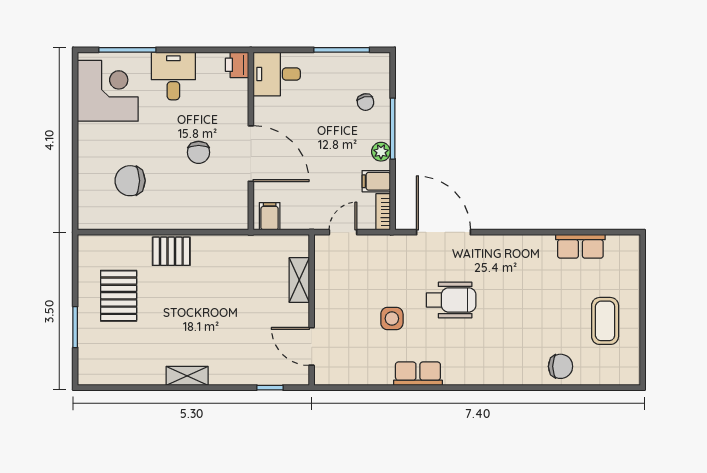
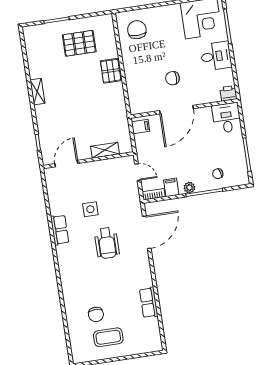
chair: (130, 181) -> (137, 30), moved
row of seats: (580, 246) -> (149, 303), moved
chair: (561, 366) -> (96, 314), moved

